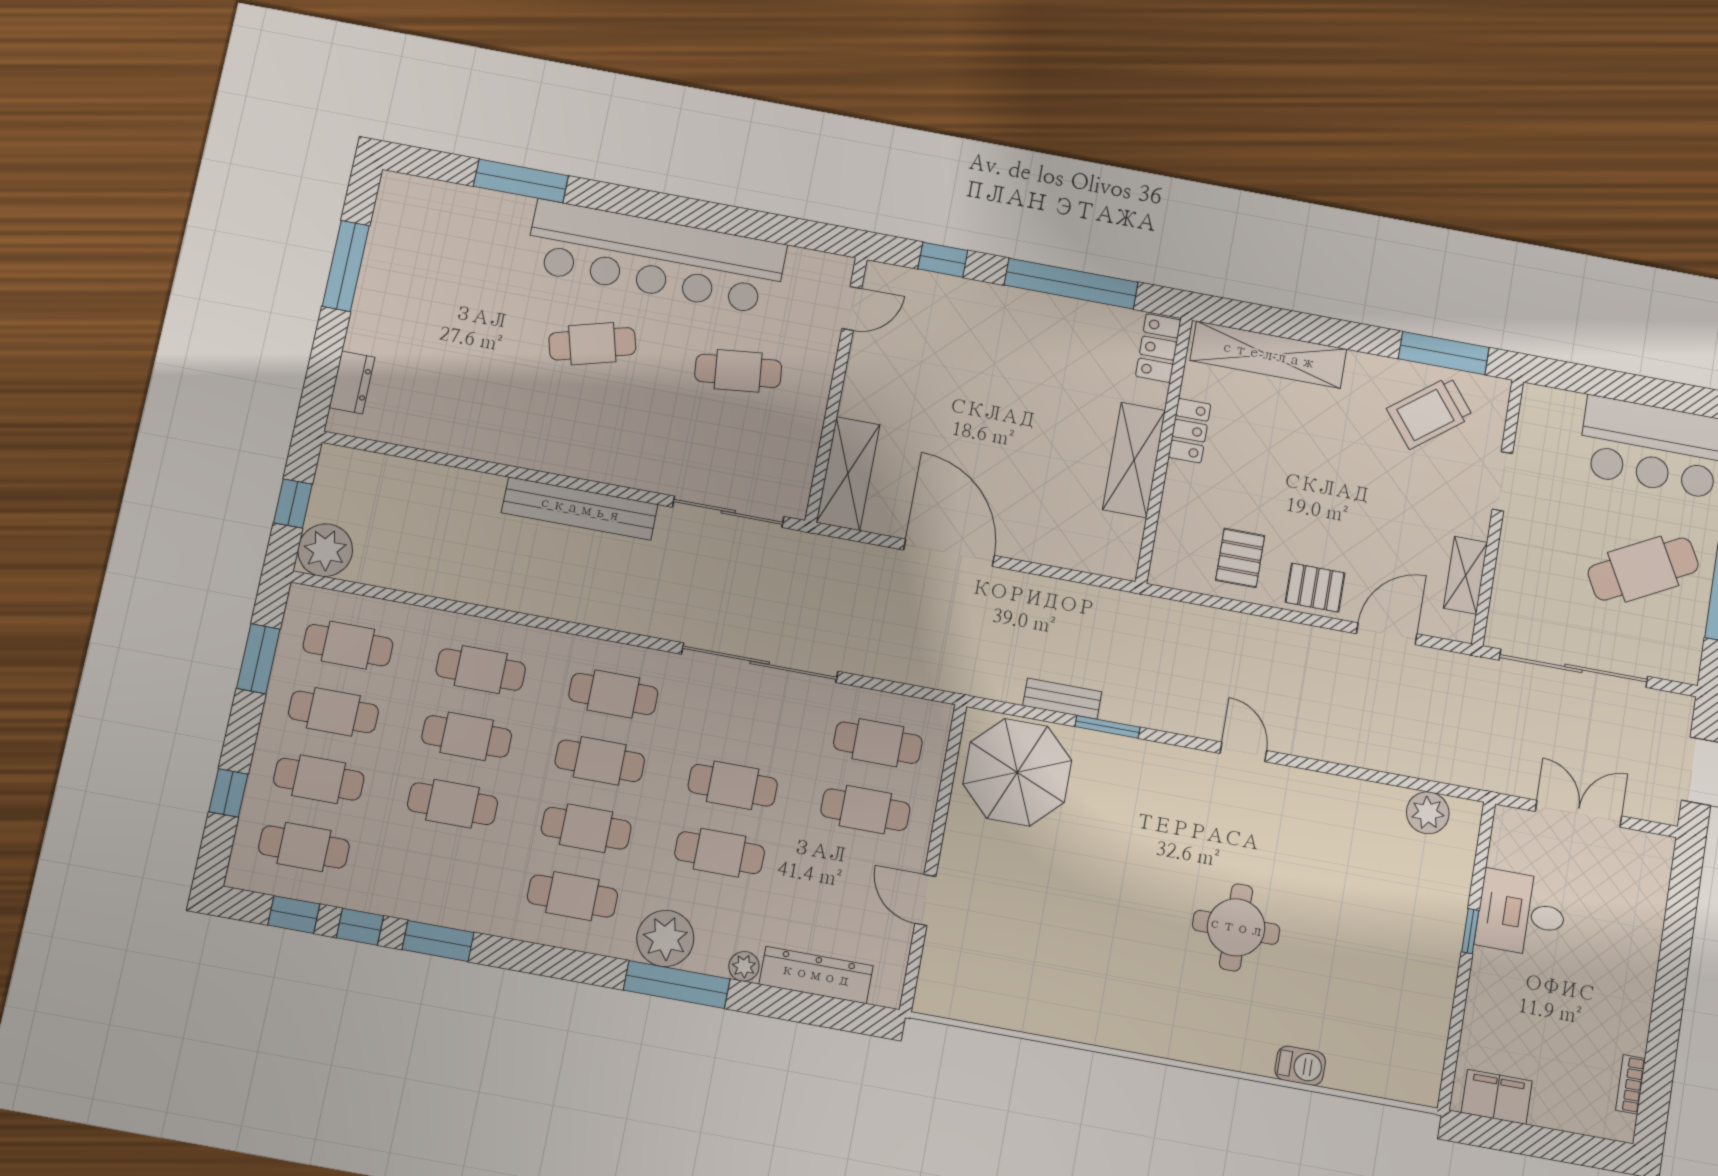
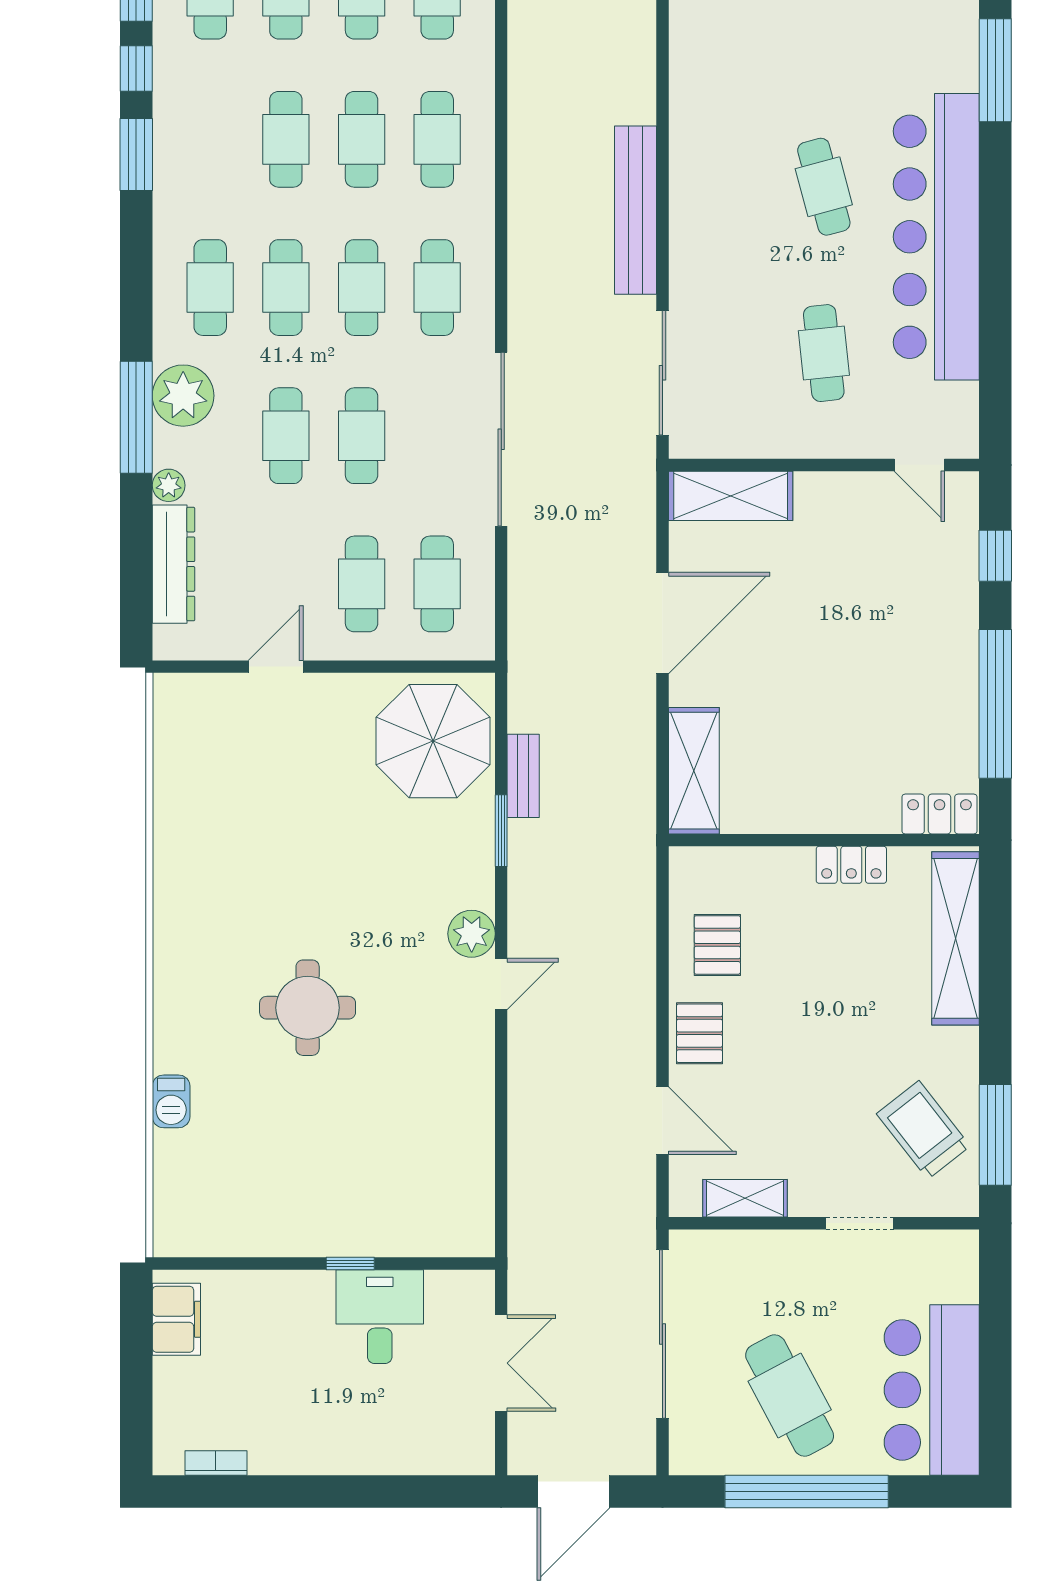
shelving: (1134, 460) -> (694, 771), moved, turned 90
pallet: (1240, 558) -> (717, 945), turned 90
plant: (1428, 813) -> (472, 934), moved

